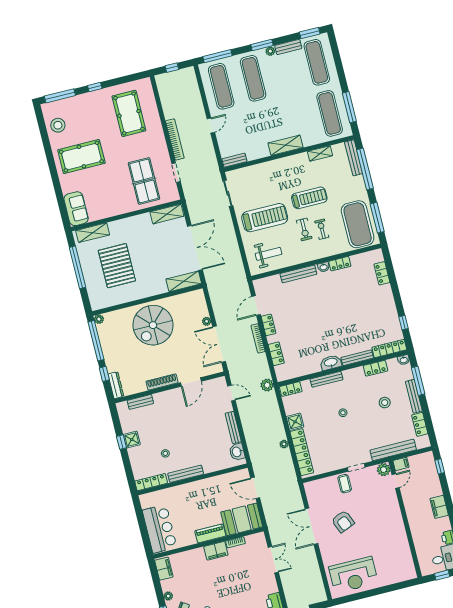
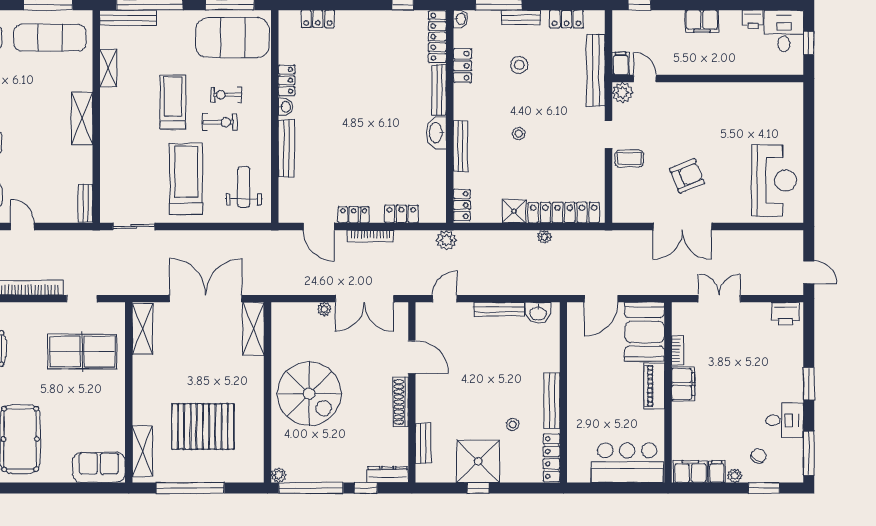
bench: (414, 396) -> (521, 17), width x0.73
shower: (132, 440) -> (478, 461), width x1.86, depth x1.86
filing cabinet: (168, 585) -> (717, 472), added

